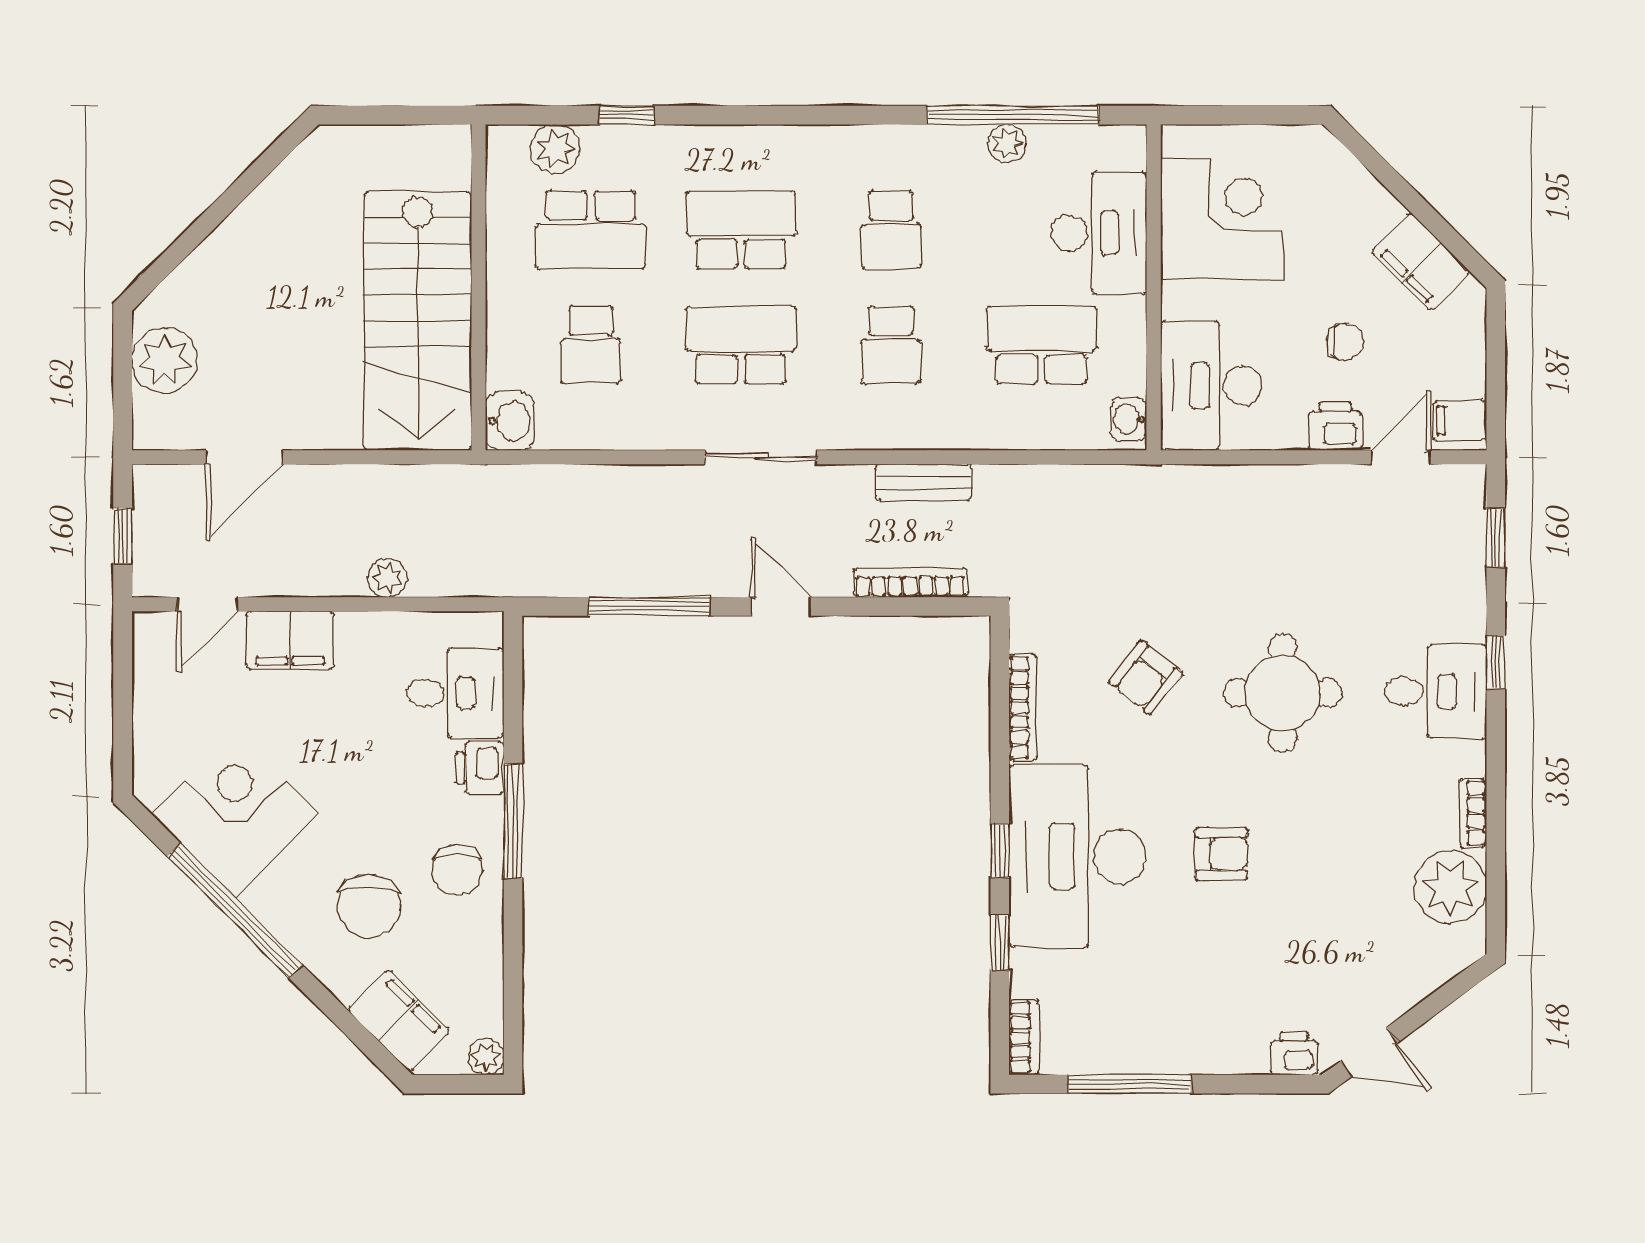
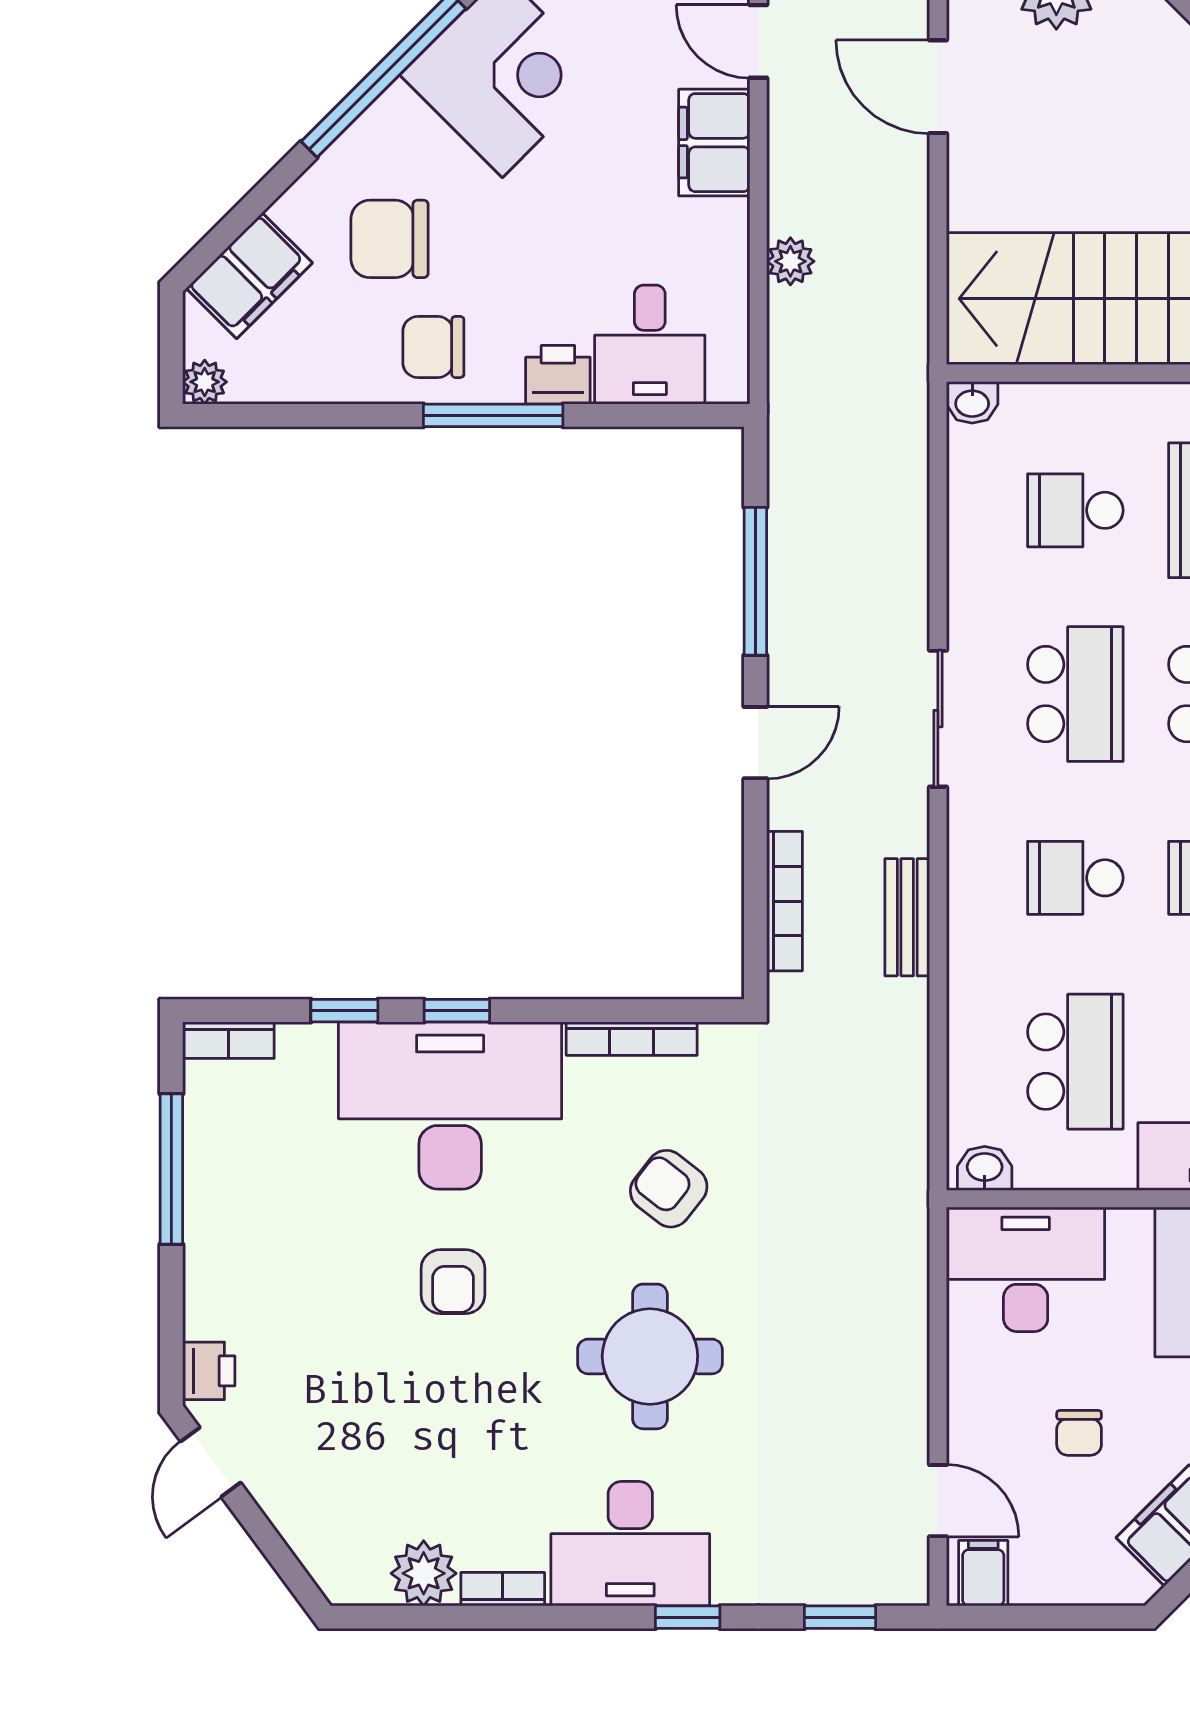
washbasin: (510, 421) -> (972, 402), width x0.72, depth x0.69
printer: (1335, 426) -> (976, 1421), removed
desk: (1436, 691) -> (630, 1544), width x1.37
plant: (1450, 888) -> (424, 1573), width x0.73, depth x0.73

